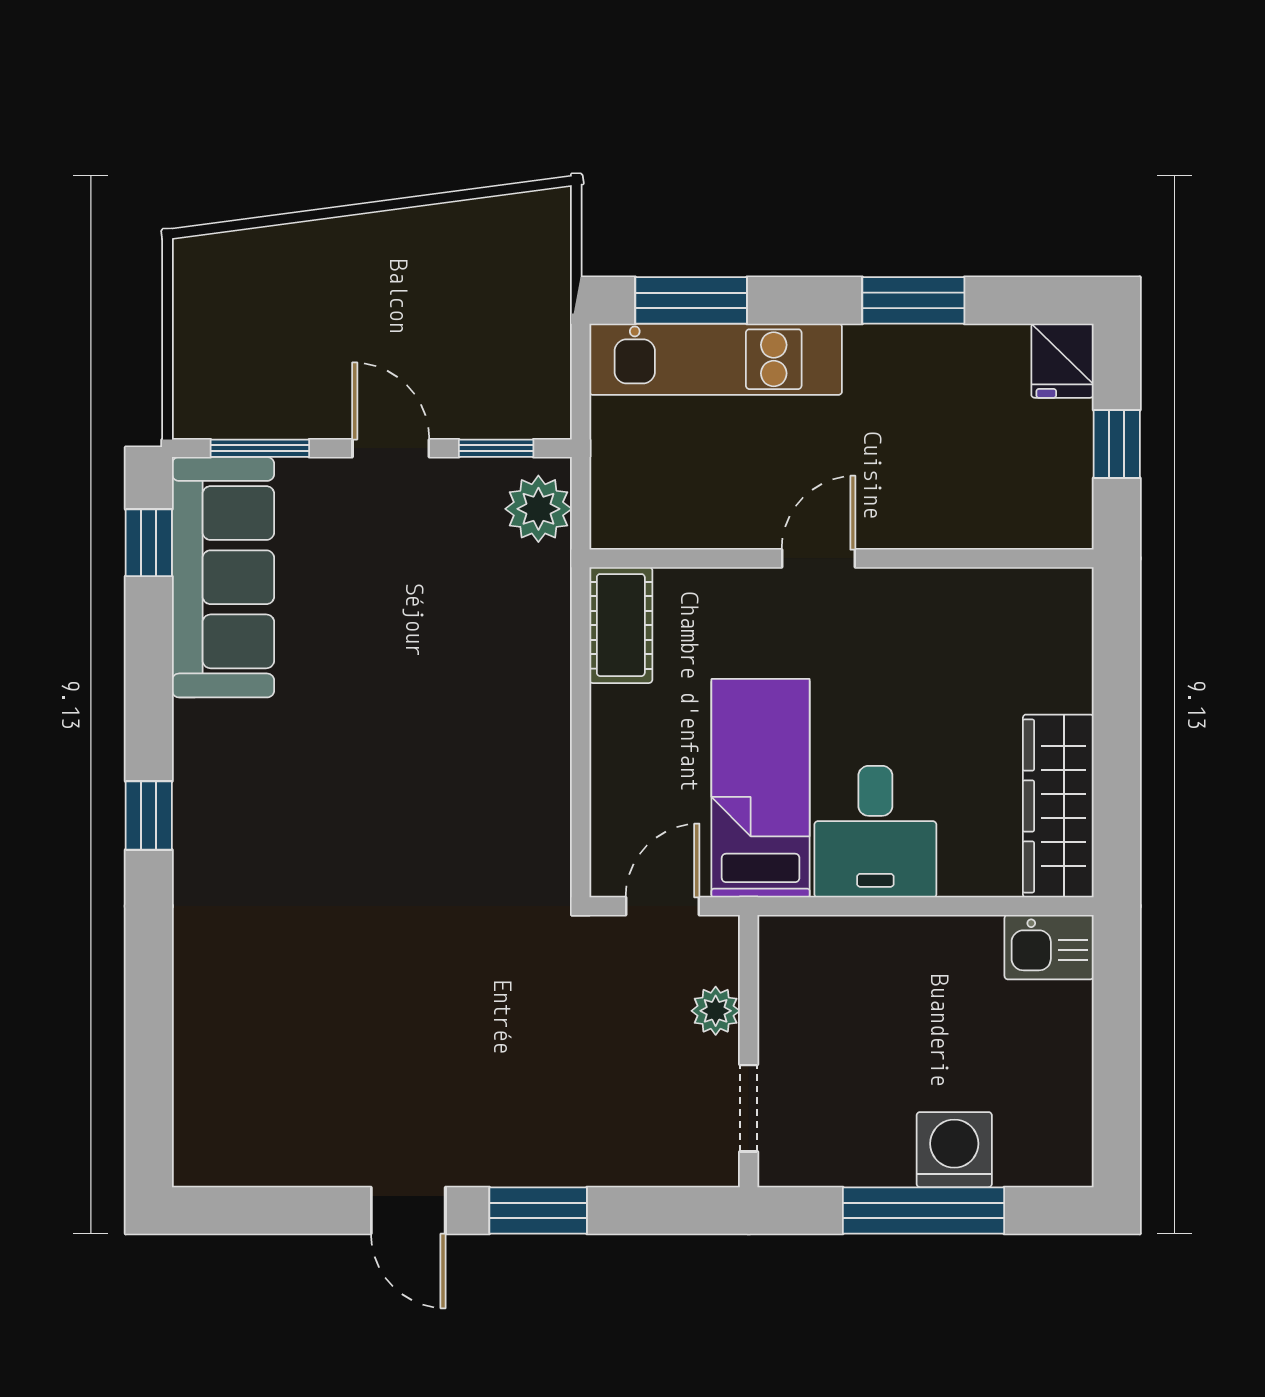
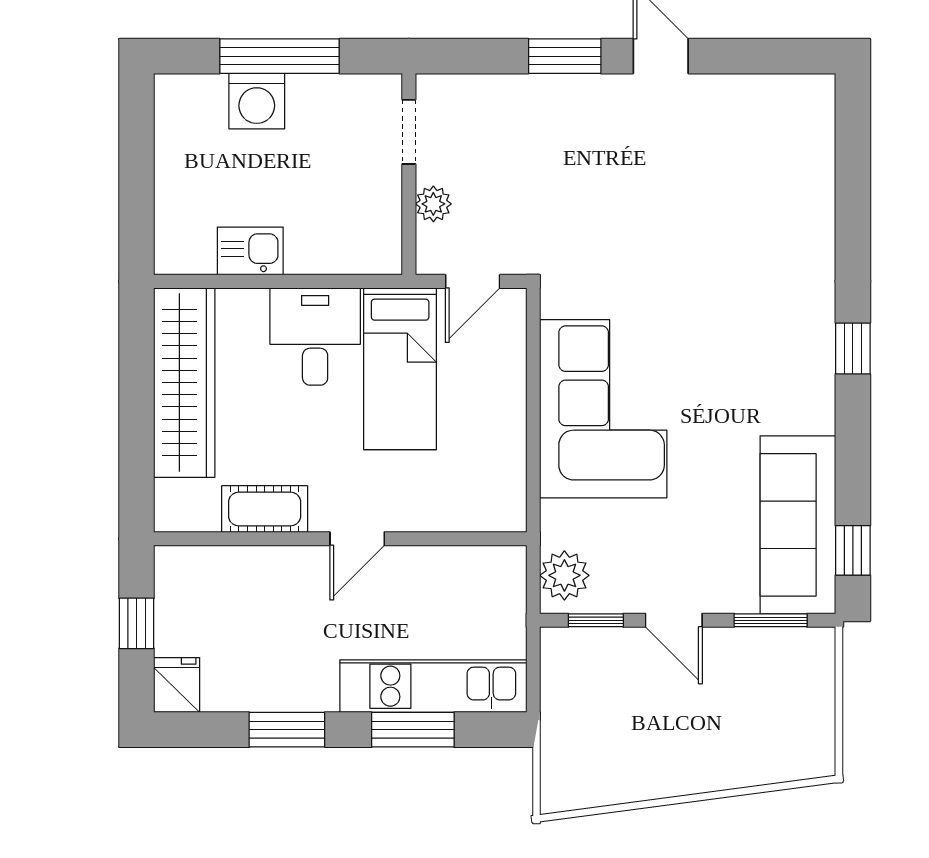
window: (691, 300) -> (413, 730), moved
cot: (621, 625) -> (265, 509), moved, turned 90
corner sofa: (486, 734) -> (603, 409), added
wardrobe: (1058, 806) -> (184, 383), width x1.40, depth x1.17
kitchen sink: (1049, 947) -> (250, 251), moved

